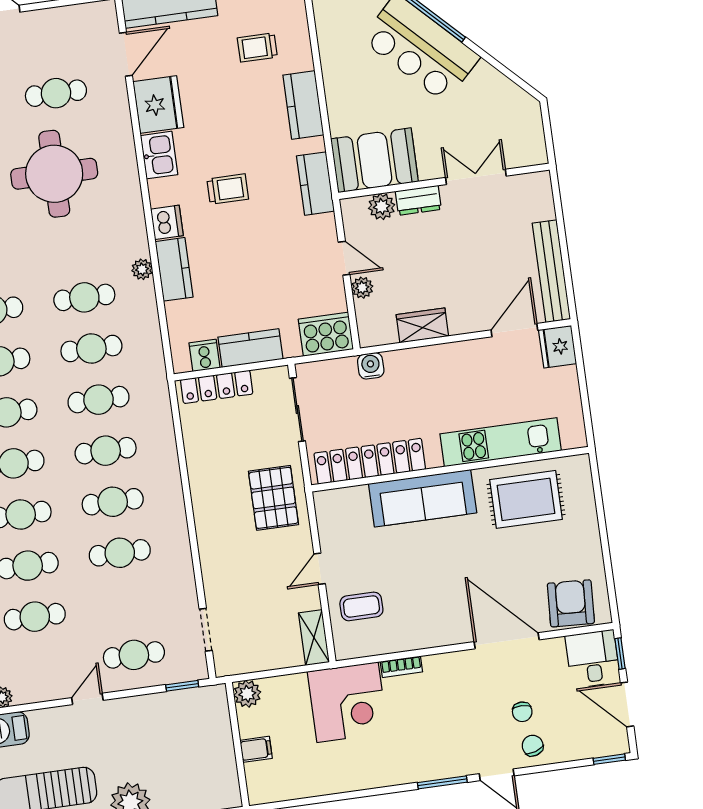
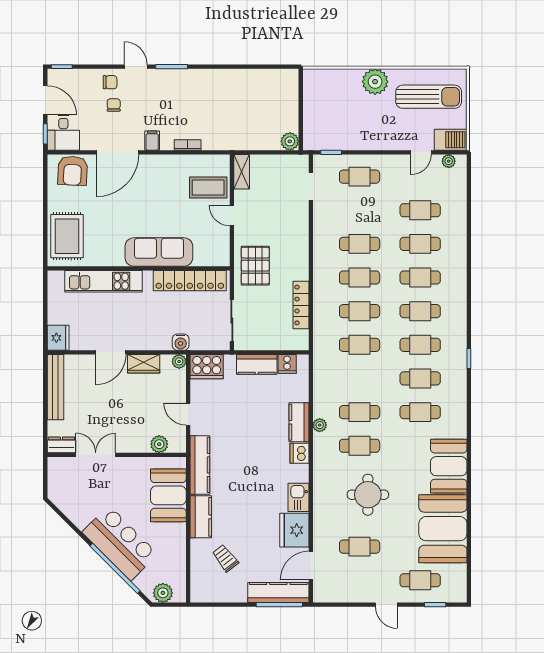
trolley: (257, 47) -> (225, 558), turned -128
booth: (375, 160) -> (168, 495), moved, turned 90
round table: (54, 174) -> (368, 495), width x0.73, depth x0.73
double door: (476, 177) -> (96, 455), swing flipped
kitchen counter: (315, 184) -> (200, 465), width x1.50
trolley: (228, 189) -> (257, 469), removed
dresser: (418, 200) -> (61, 445), moved
plant: (362, 288) -> (179, 361), moved
door: (514, 330) -> (111, 352), moved
cafe table: (91, 349) -> (360, 446), moved
locker: (217, 387) -> (301, 305), moved, turned -90
rug: (526, 499) -> (67, 236), moved, turned 90
door: (320, 569) -> (232, 216), swing flipped
coffee table: (361, 606) -> (208, 188), width x1.36, depth x1.30
door: (507, 641) -> (117, 152), hinge flipped
door: (87, 699) -> (421, 152), moved
corner desk: (348, 702) -> (226, 127), removed
chair: (533, 746) -> (110, 82), turned -72
filing cabinet: (256, 749) -> (152, 141), moved, turned 90

